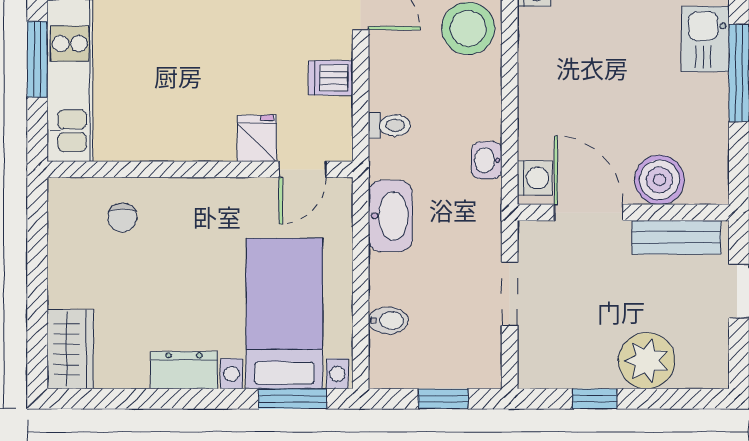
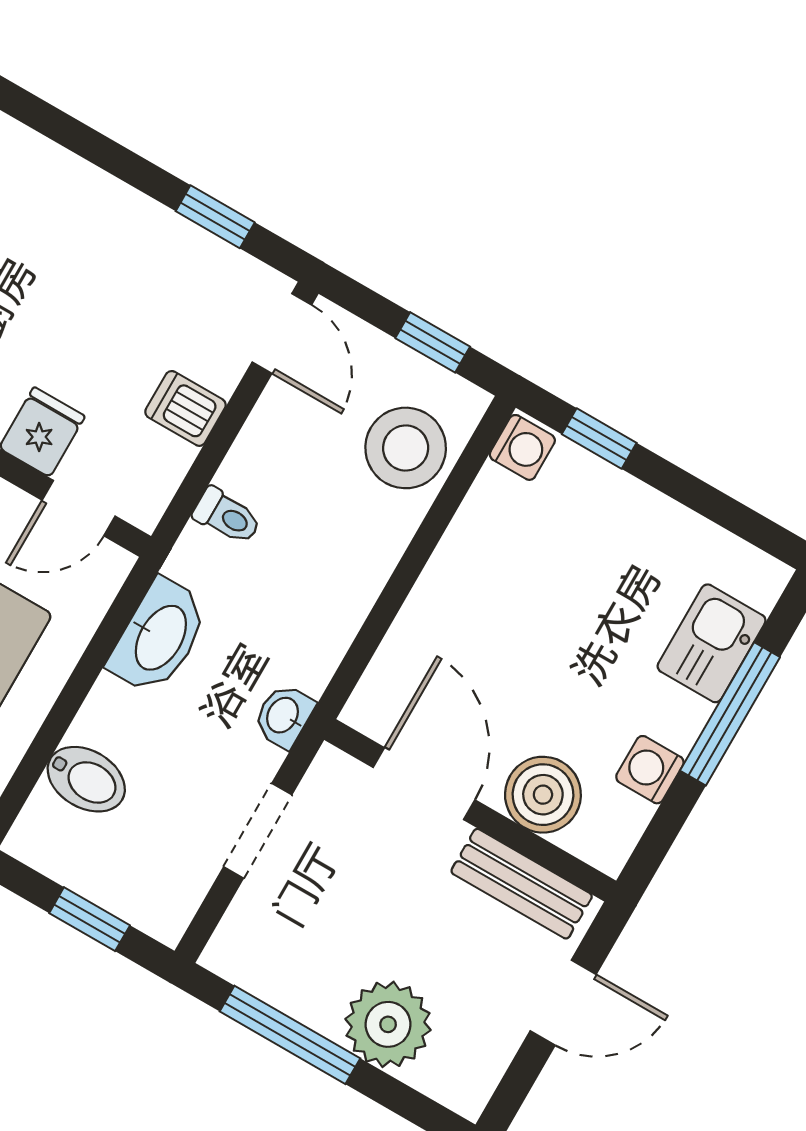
washbasin: (487, 160) -> (284, 716), moved
washing machine: (535, 178) -> (650, 770), moved, turned 180
bidet: (388, 321) -> (86, 779), width x1.38, depth x1.36
window: (595, 399) -> (290, 1035), width x2.17

